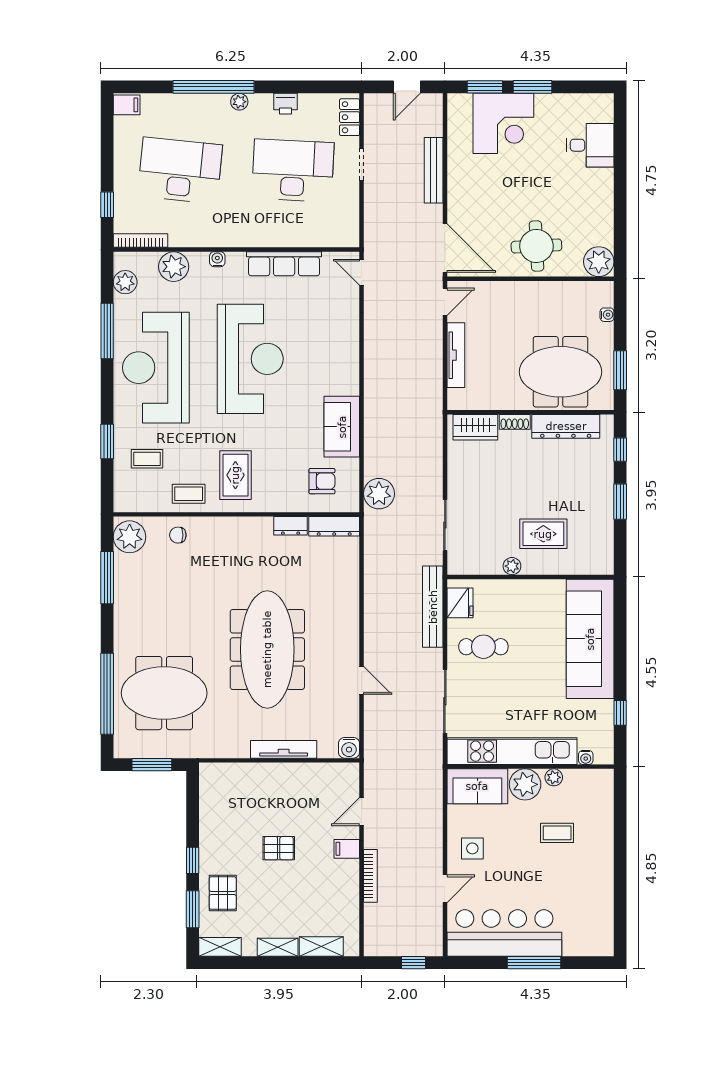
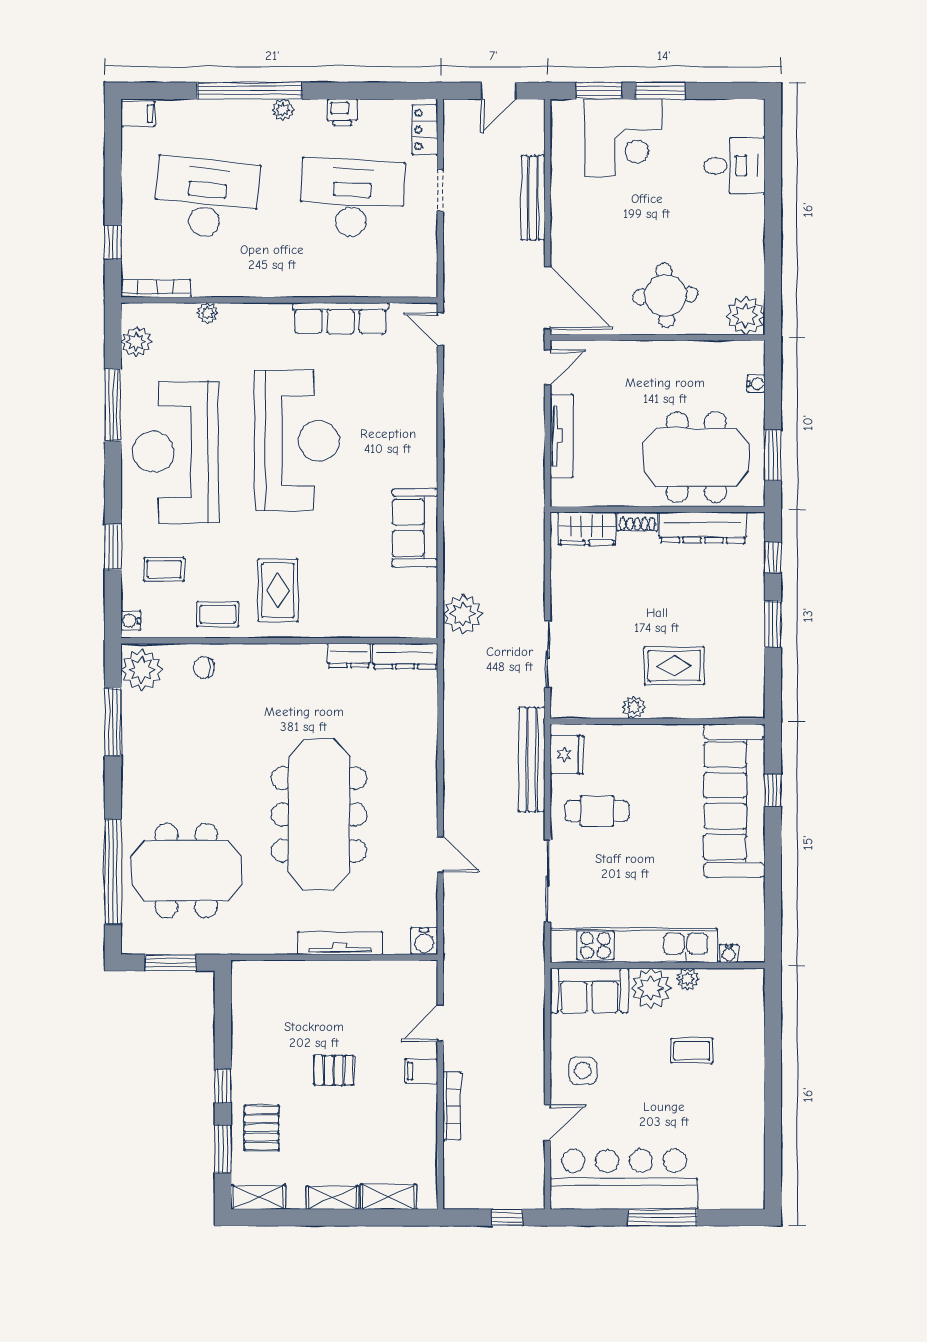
water cooler: (217, 259) -> (131, 621), moved, turned -90
plant: (174, 267) -> (207, 313), width x0.53, depth x0.53
armchair: (322, 481) -> (389, 598), removed
window: (620, 713) -> (773, 790), moved

